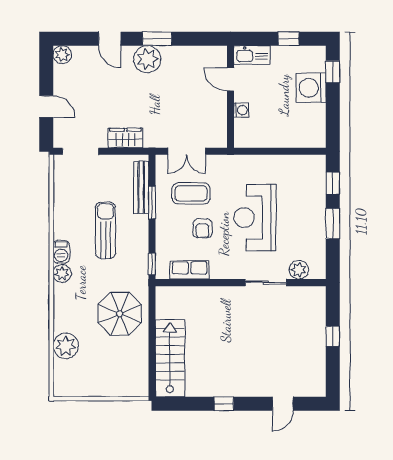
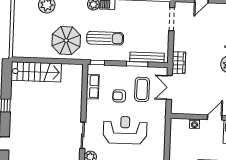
wardrobe: (125, 138) -> (179, 63), moved
sun lounger: (106, 230) -> (105, 38), moved

